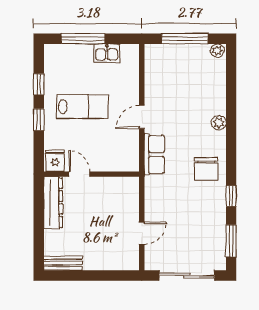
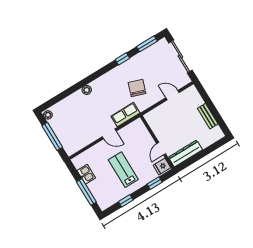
window: (39, 120) -> (155, 183), moved
chair: (206, 169) -> (137, 88), moved, turned -71
bench: (63, 263) -> (208, 116), moved

